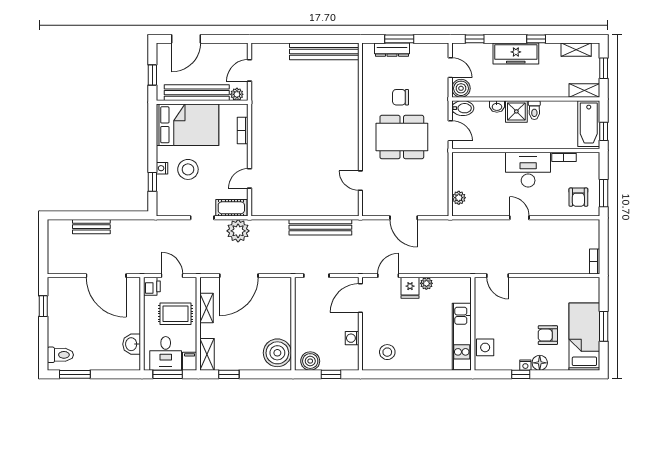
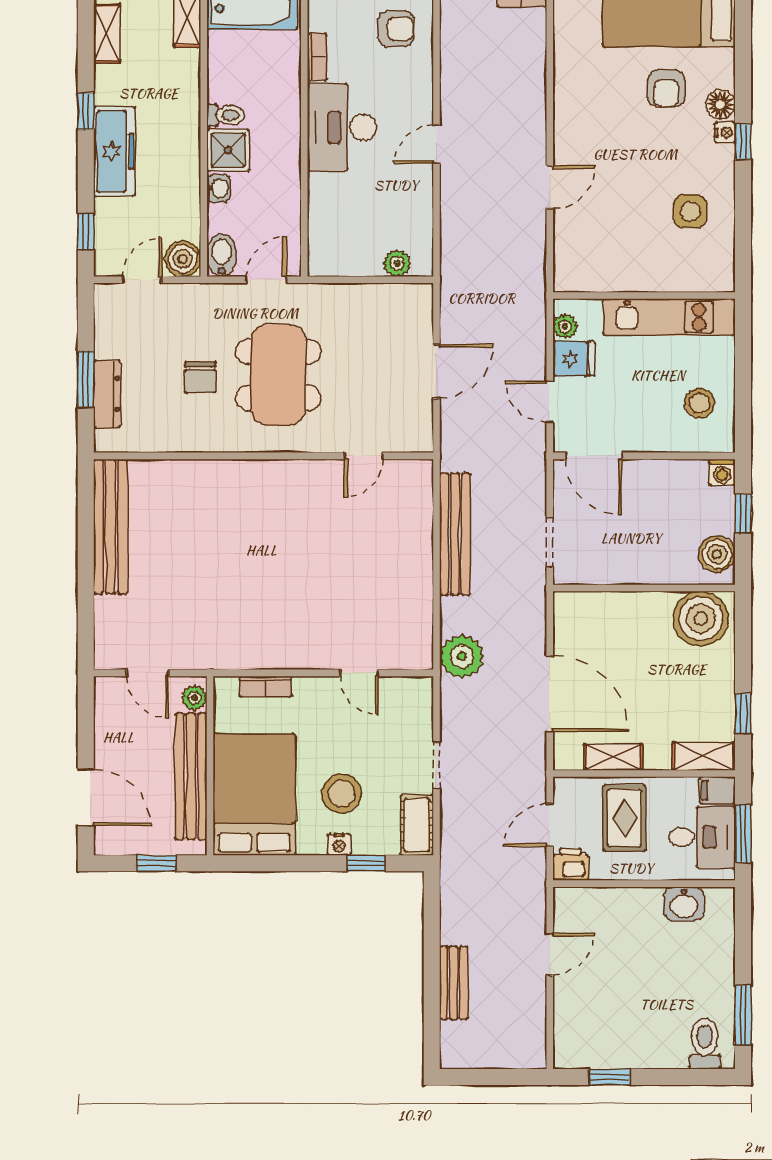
cot: (231, 208) -> (417, 825), moved
plant: (238, 231) -> (462, 657), moved
door: (106, 276) -> (550, 954), width x0.53
wall: (473, 324) -> (644, 295), moved
kitchen unit: (462, 336) -> (669, 317), moved
washing machine: (352, 338) -> (722, 472), moved

